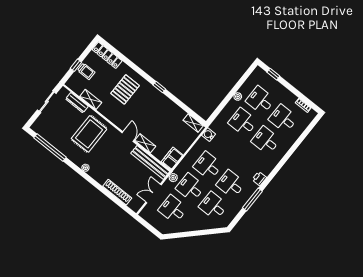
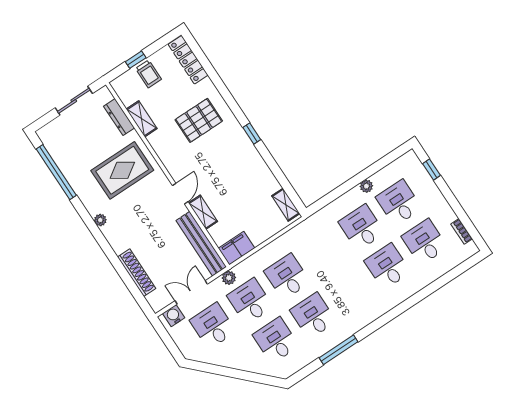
water cooler: (208, 135) -> (174, 316), moved
printer: (259, 179) -> (359, 321), removed

